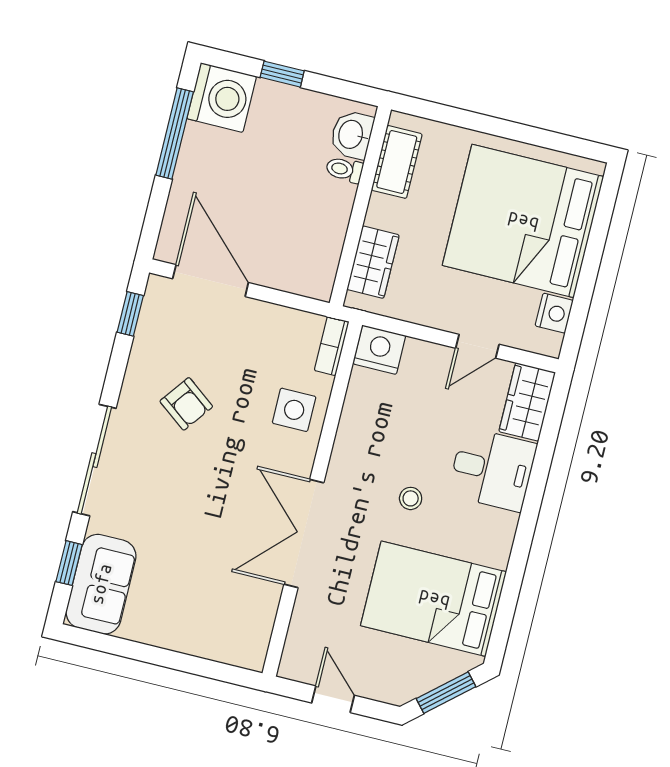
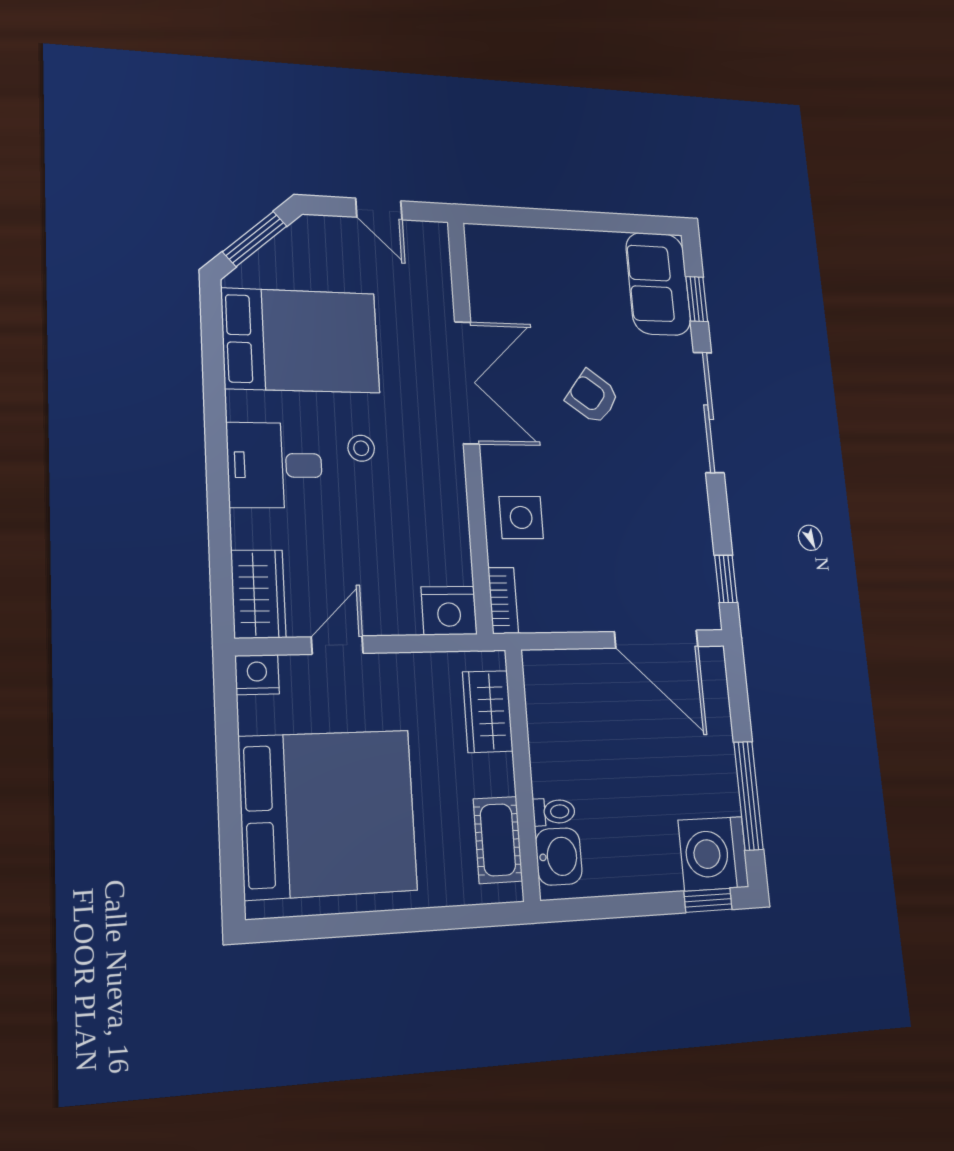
window: (282, 74) -> (708, 900), moved
nightstand: (554, 313) -> (257, 675), moved, turned 90
armchair: (186, 404) -> (592, 397), moved
desk: (492, 469) -> (275, 465), moved

